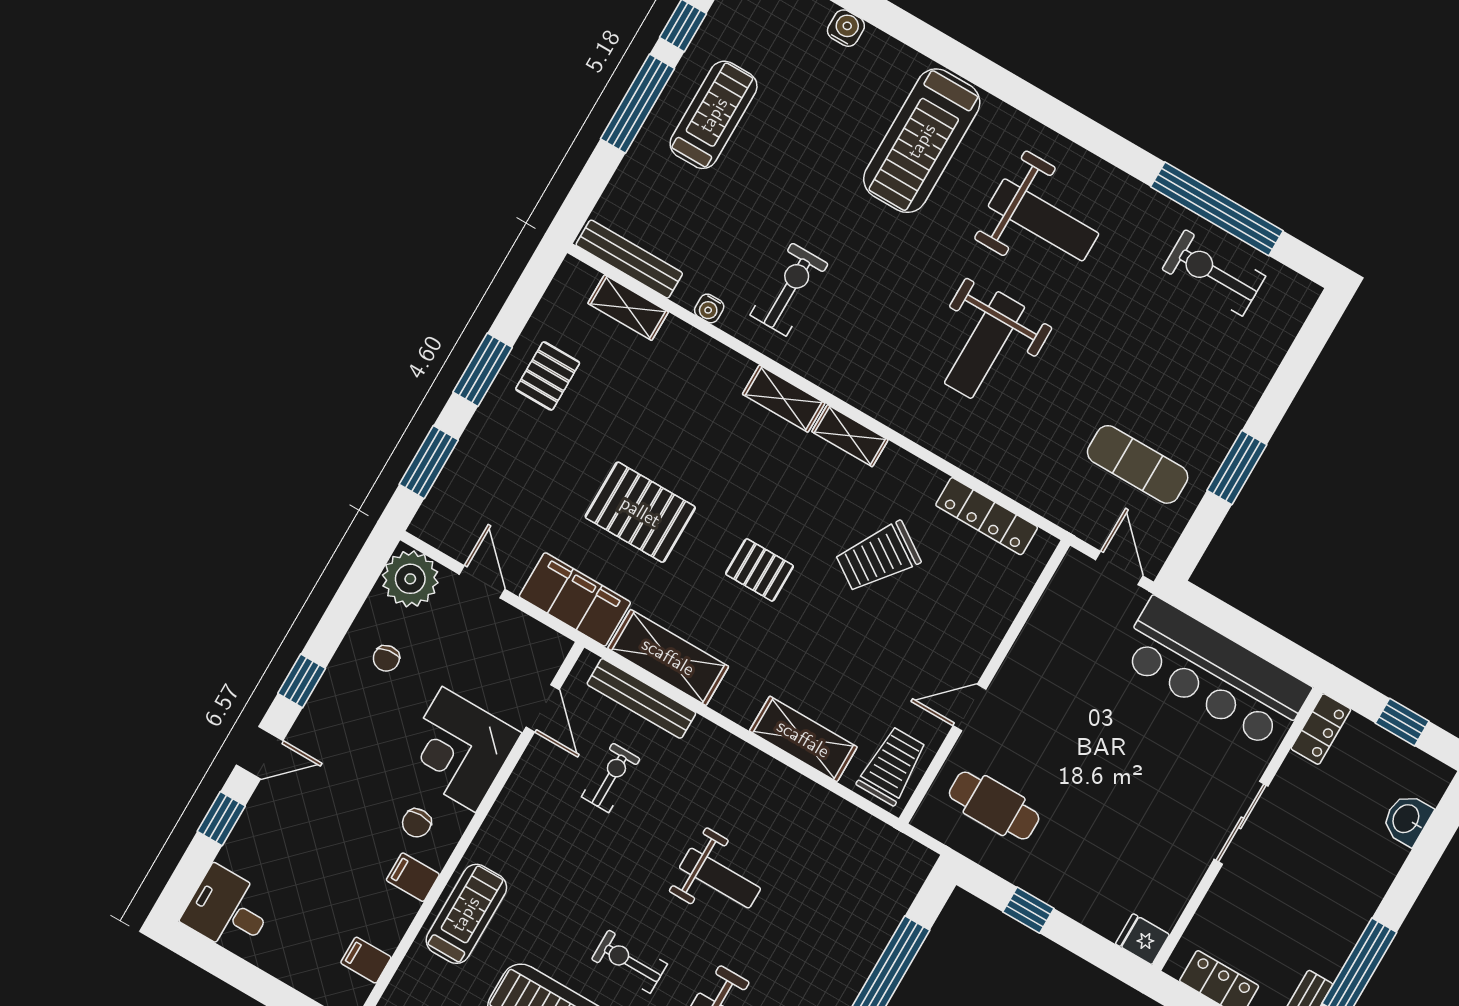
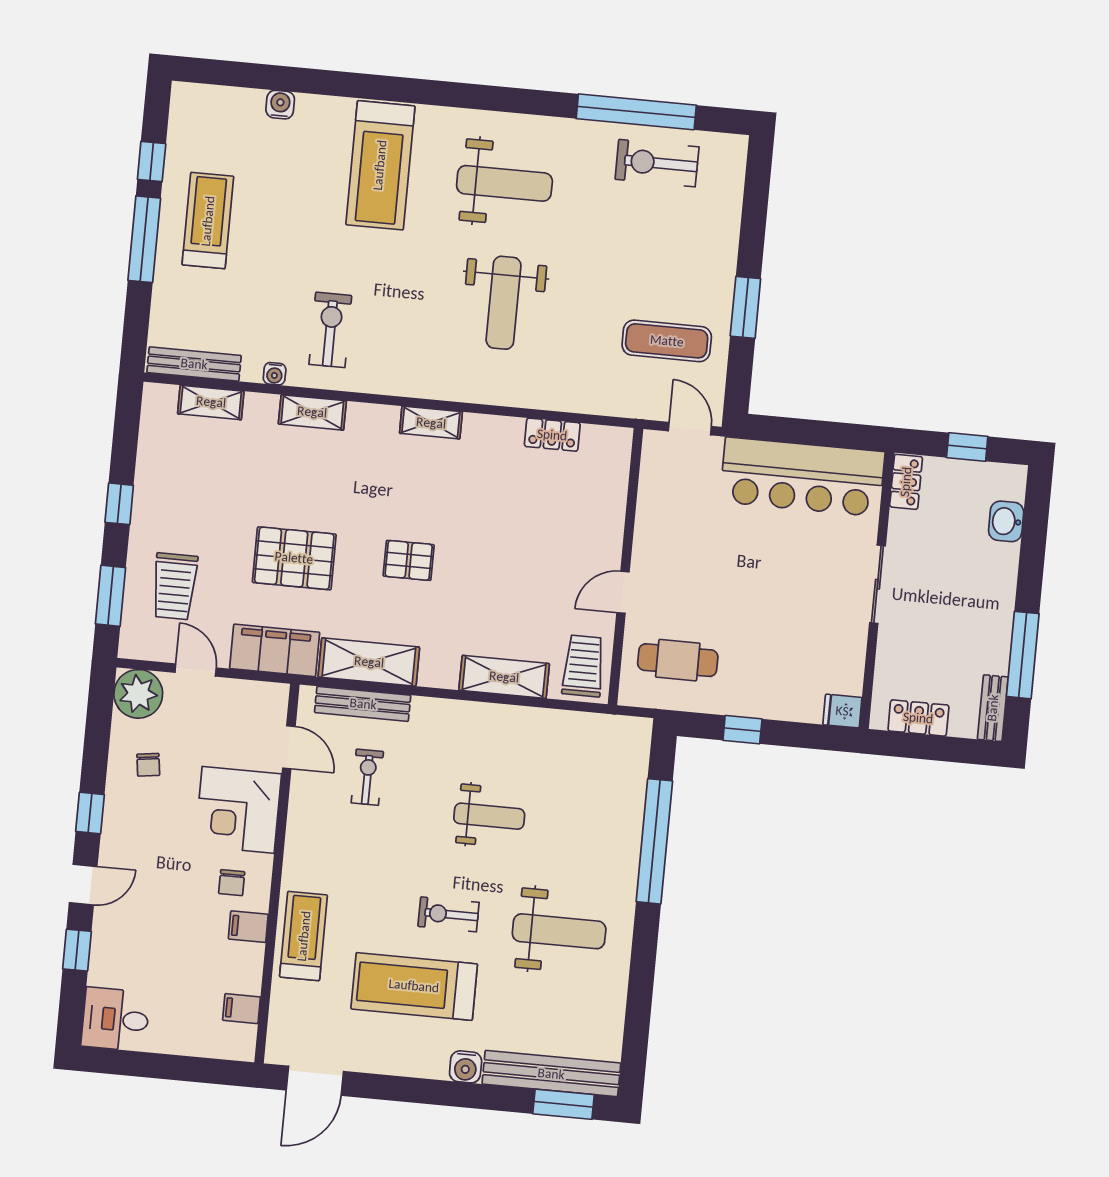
window: (483, 370) -> (119, 504), width x0.67
pallet: (548, 376) -> (172, 485), removed
shelving: (784, 399) -> (312, 412), moved
locker: (987, 516) -> (552, 435), width x0.66
trolley: (878, 557) -> (175, 586), moved, turned -34

